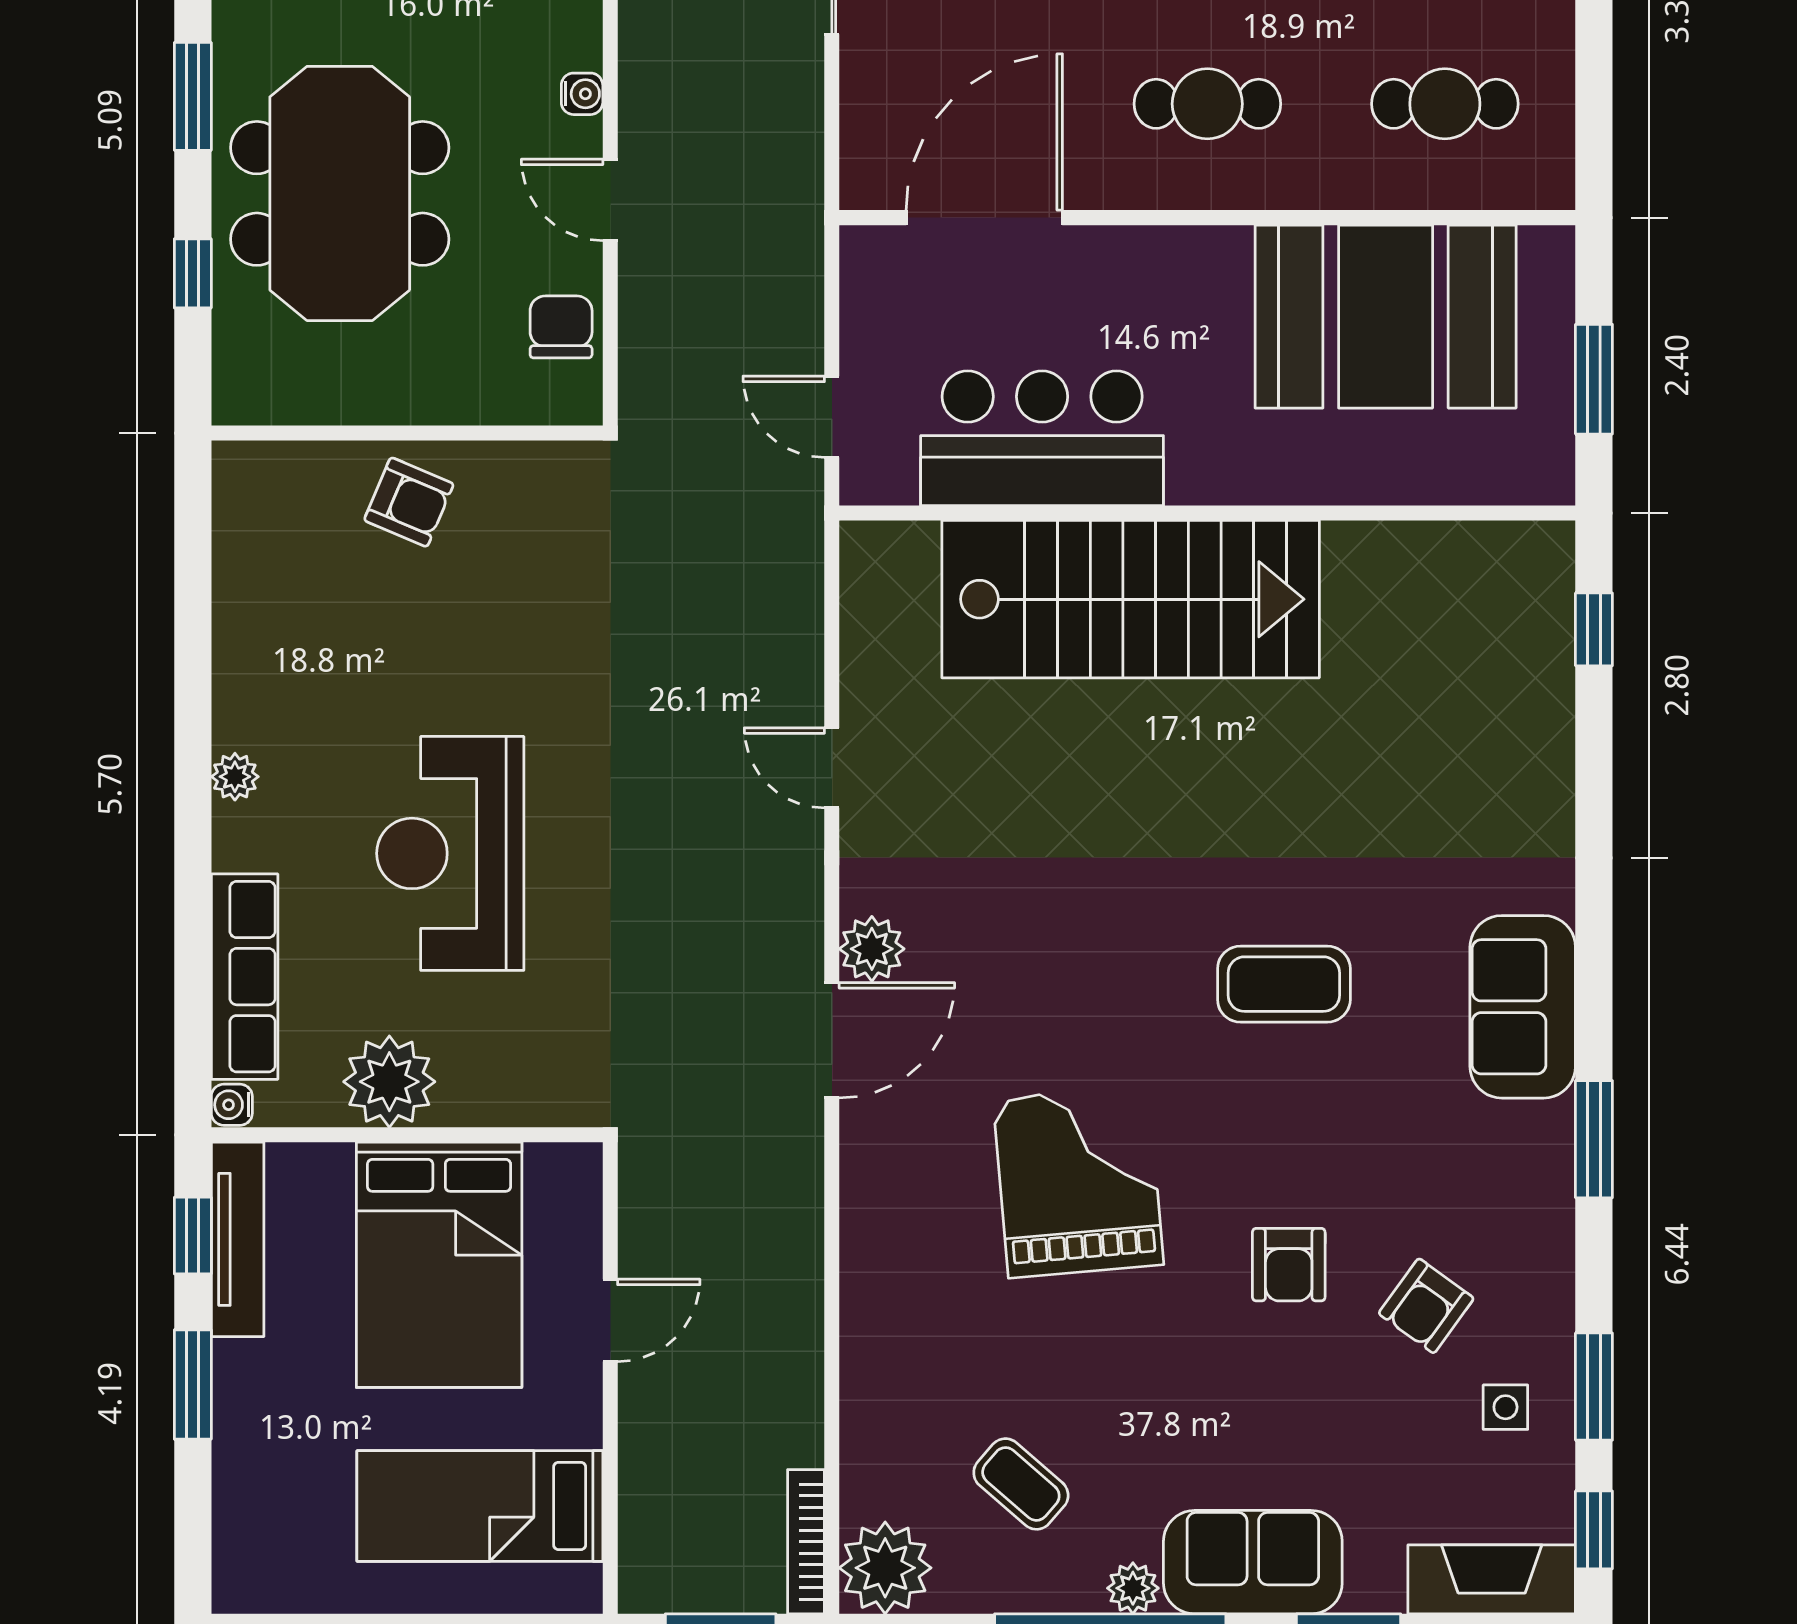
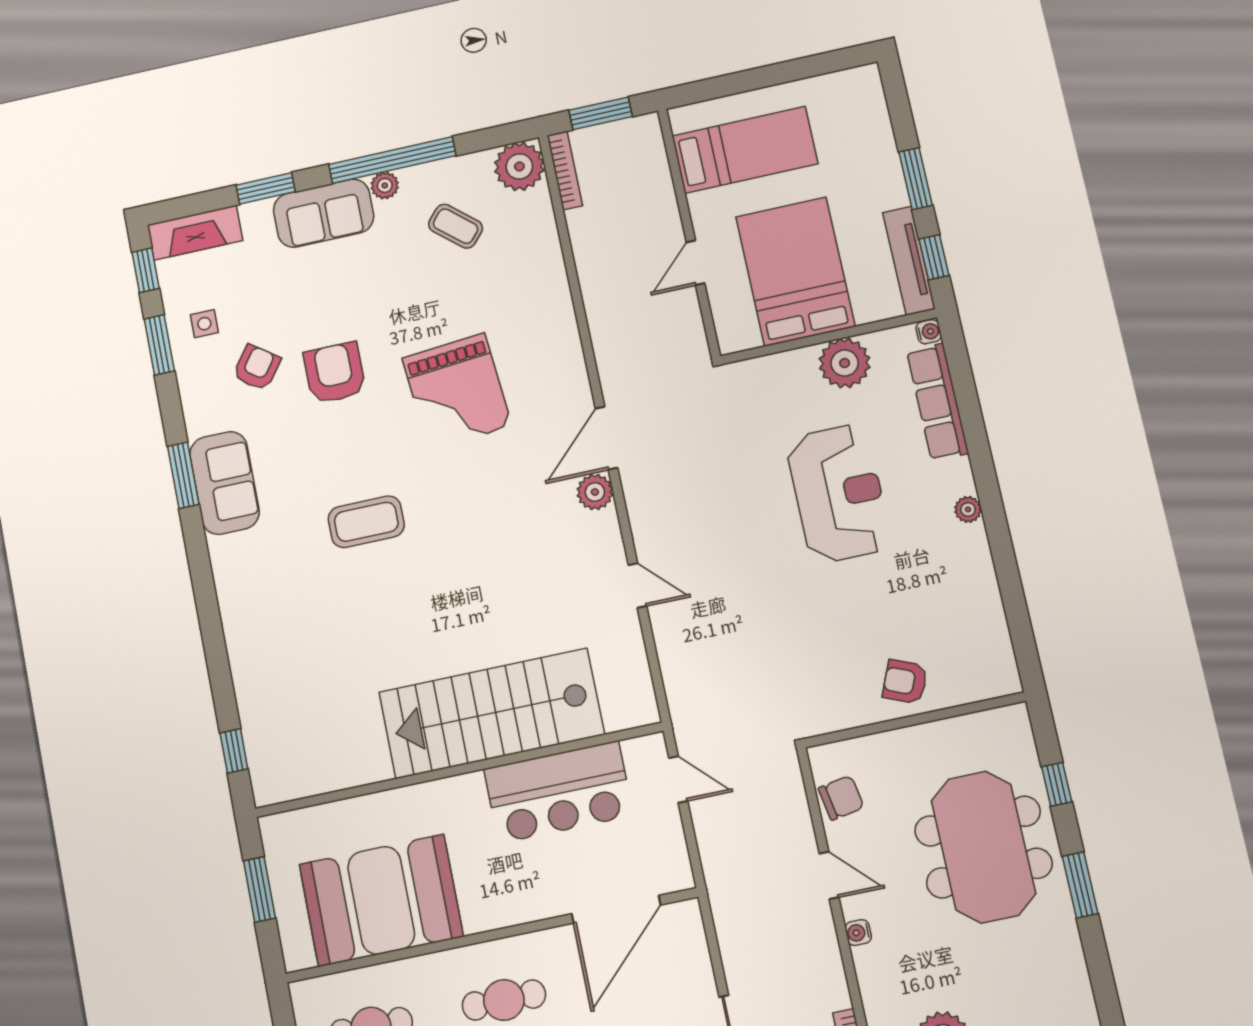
chair: (561, 327) -> (841, 798), turned -100
sofa: (1523, 1007) -> (224, 483), moved
armchair: (1289, 1265) -> (335, 373), width x1.38, depth x1.38

